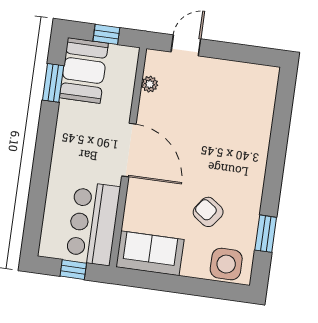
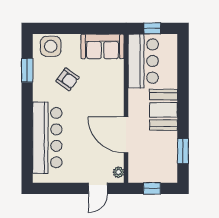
booth: (84, 70) -> (164, 110), moved
plant: (150, 84) -> (118, 172), moved
bar counter: (250, 130) -> (47, 138), added
door: (129, 150) -> (126, 135), moved

